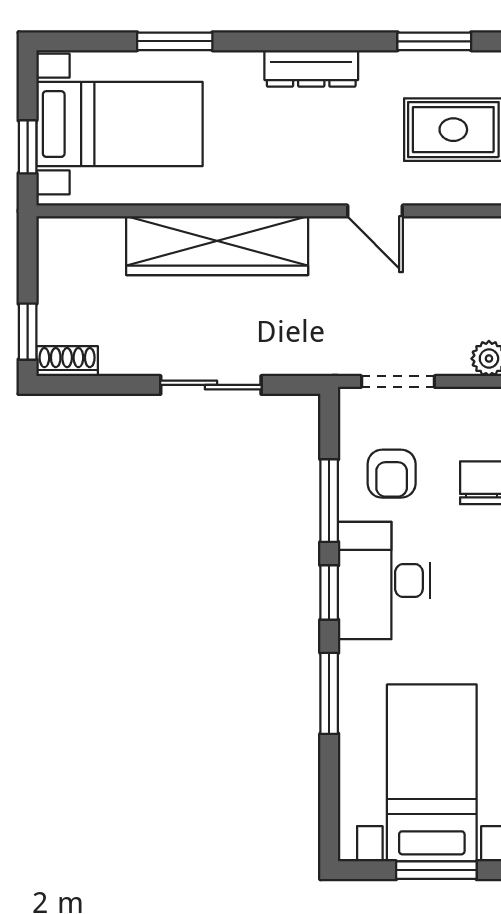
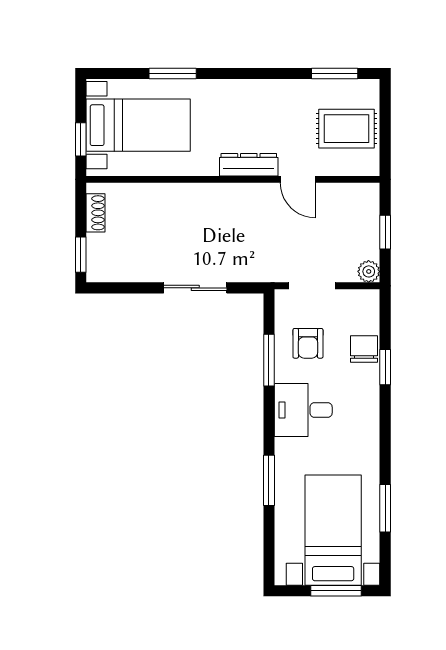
dresser: (311, 68) -> (249, 165), moved, turned 180
wardrobe: (217, 246) -> (199, 201), removed
shoe rack: (67, 361) -> (96, 213), moved, turned 90
desk: (384, 581) -> (303, 410), width x0.73
window: (329, 592) -> (269, 417), removed

